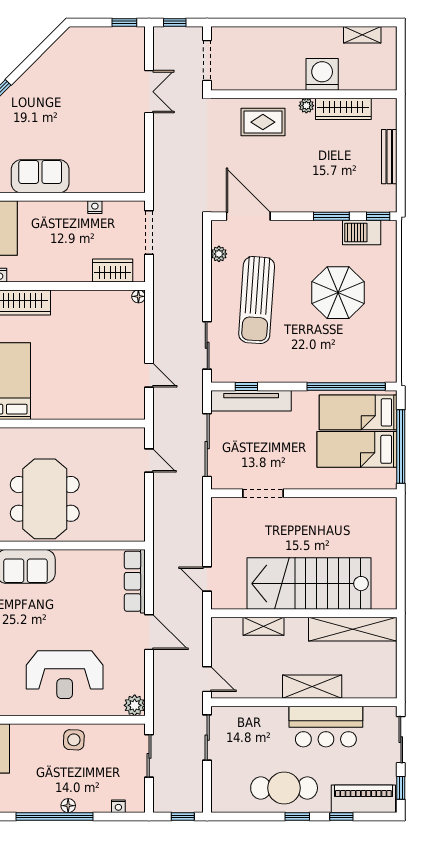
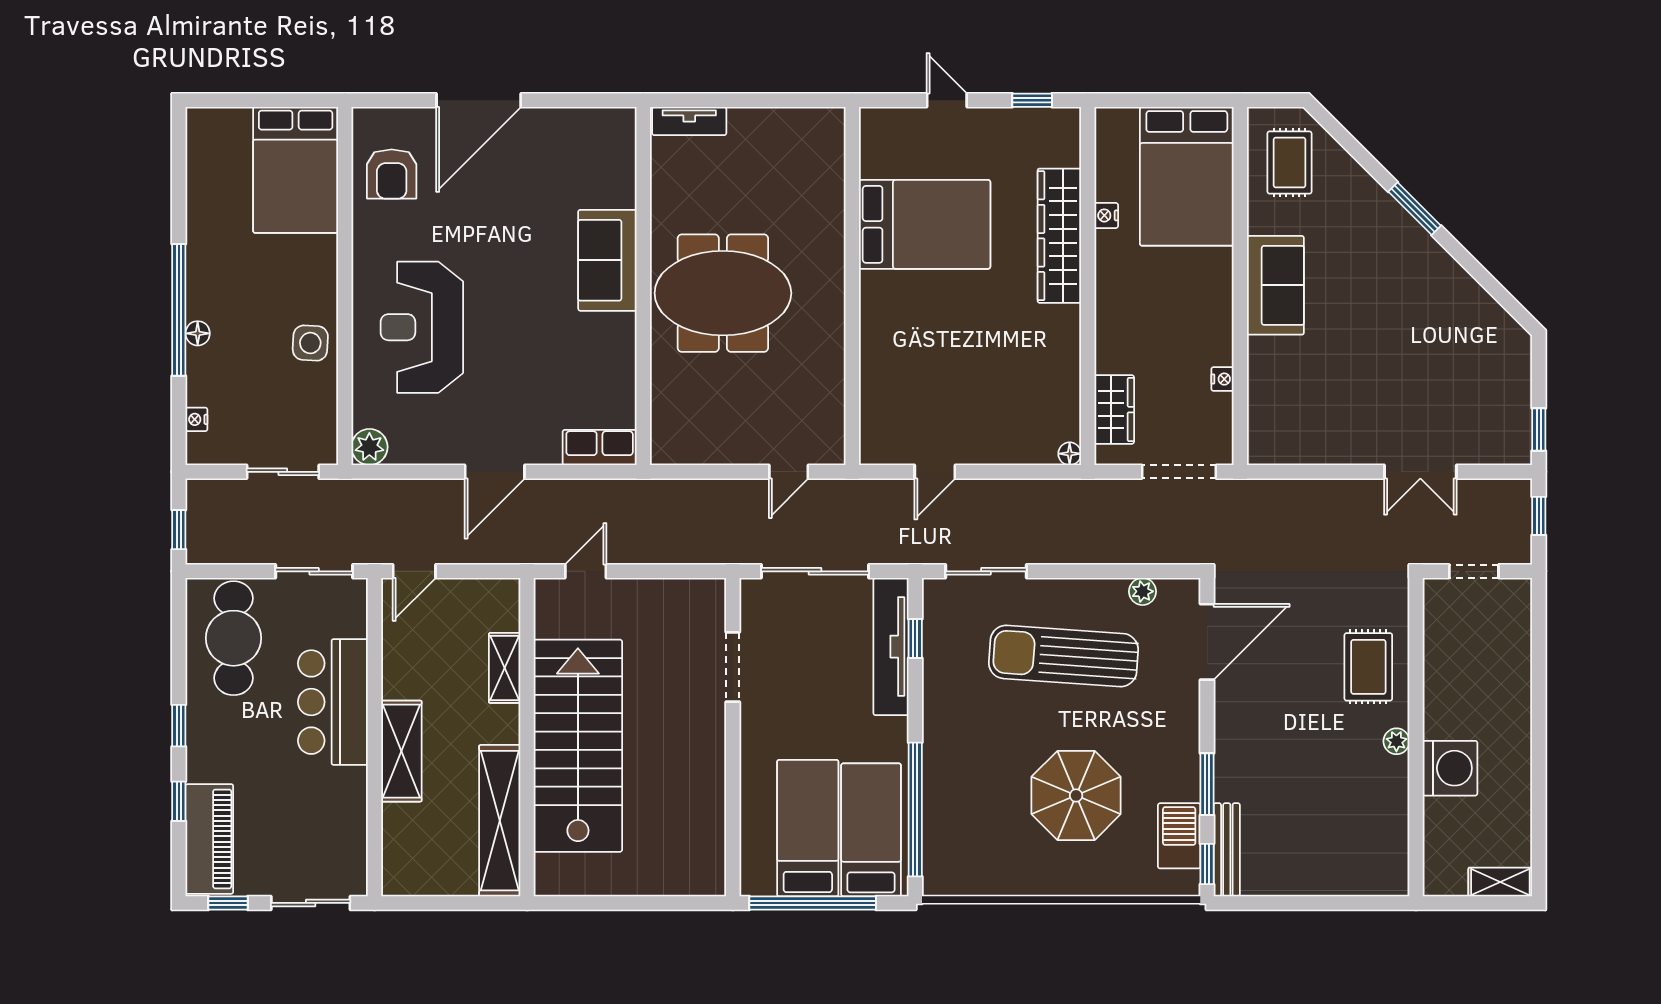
shelving: (362, 35) -> (1500, 882), moved, turned 90
doorway: (207, 60) -> (1474, 571), width x0.73
wardrobe: (343, 109) -> (1391, 804), removed
bench: (389, 157) -> (1227, 850), moved, turned 90
row of seats: (135, 581) -> (600, 447), width x0.68
bar counter: (326, 727) -> (333, 702), moved
cafe table: (284, 788) -> (233, 638), moved

